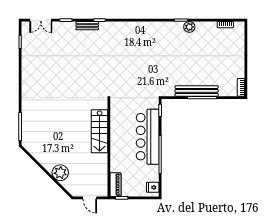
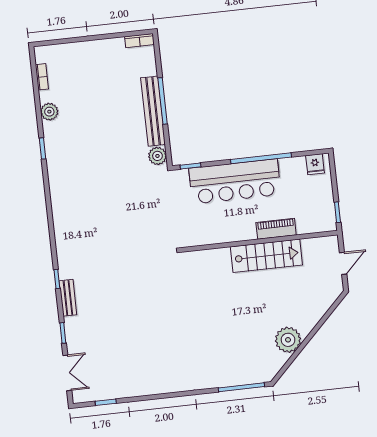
plant: (189, 27) -> (49, 112), moved
plant: (169, 91) -> (157, 156), added
stairs: (100, 131) -> (266, 256), moved
plant: (60, 173) -> (288, 340), moved
piano: (116, 185) -> (276, 229), moved

